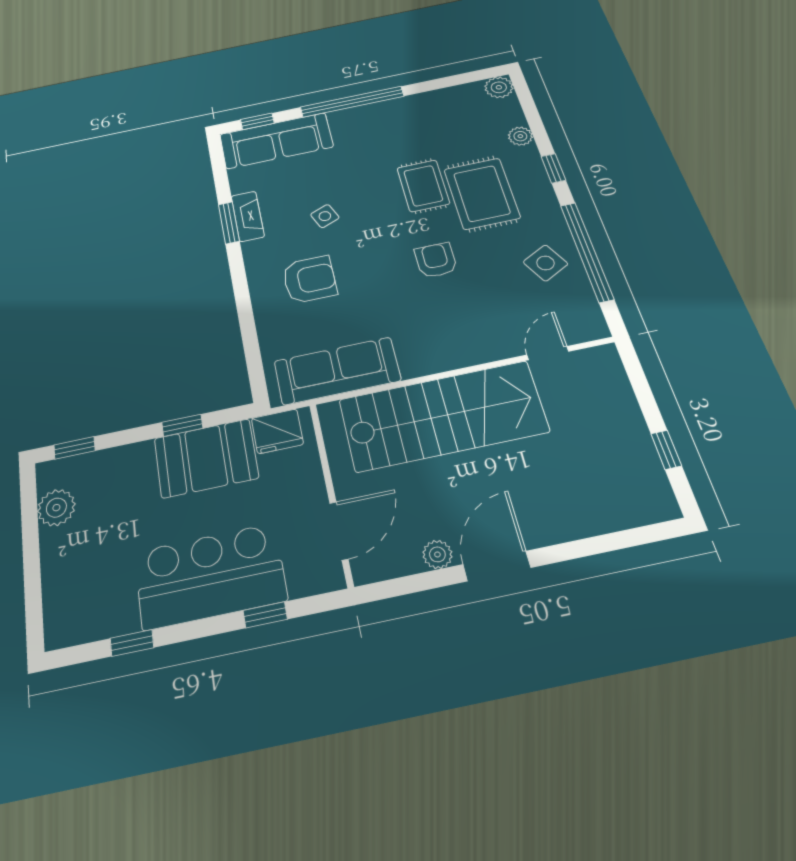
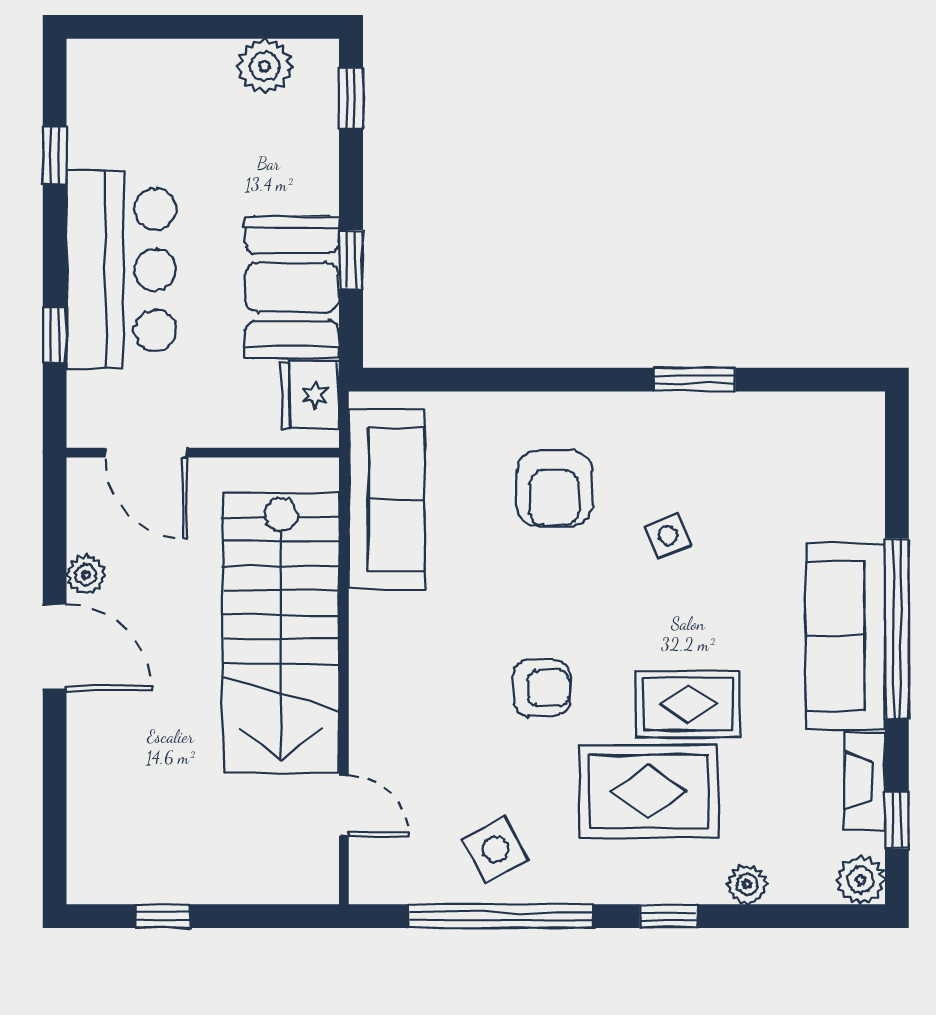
window: (257, 121) -> (897, 820), moved
sofa: (276, 141) -> (845, 636), moved
fireplace: (248, 216) -> (865, 781), moved, turned 90

